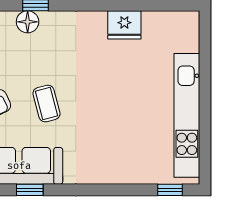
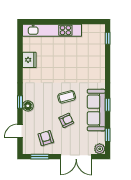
kitchen unit: (187, 115) -> (52, 30), moved

